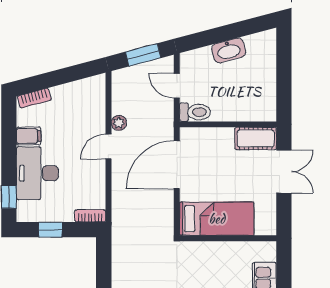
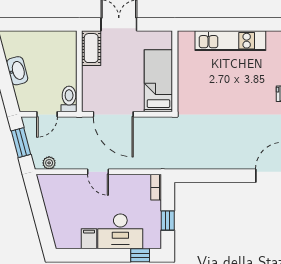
bookcase: (34, 98) -> (57, 234), removed
plant: (119, 123) -> (49, 163), moved

